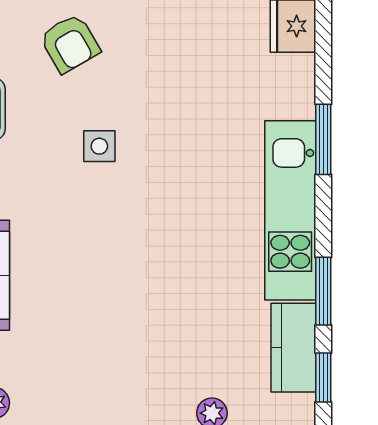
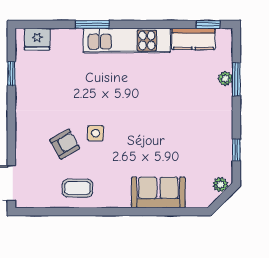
armchair: (70, 43) -> (65, 144), moved
window: (323, 291) -> (166, 24), removed

